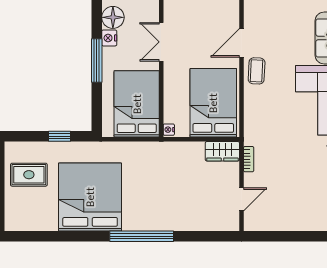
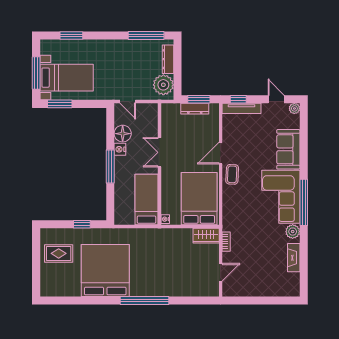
bed: (137, 104) -> (147, 200), width x0.67

